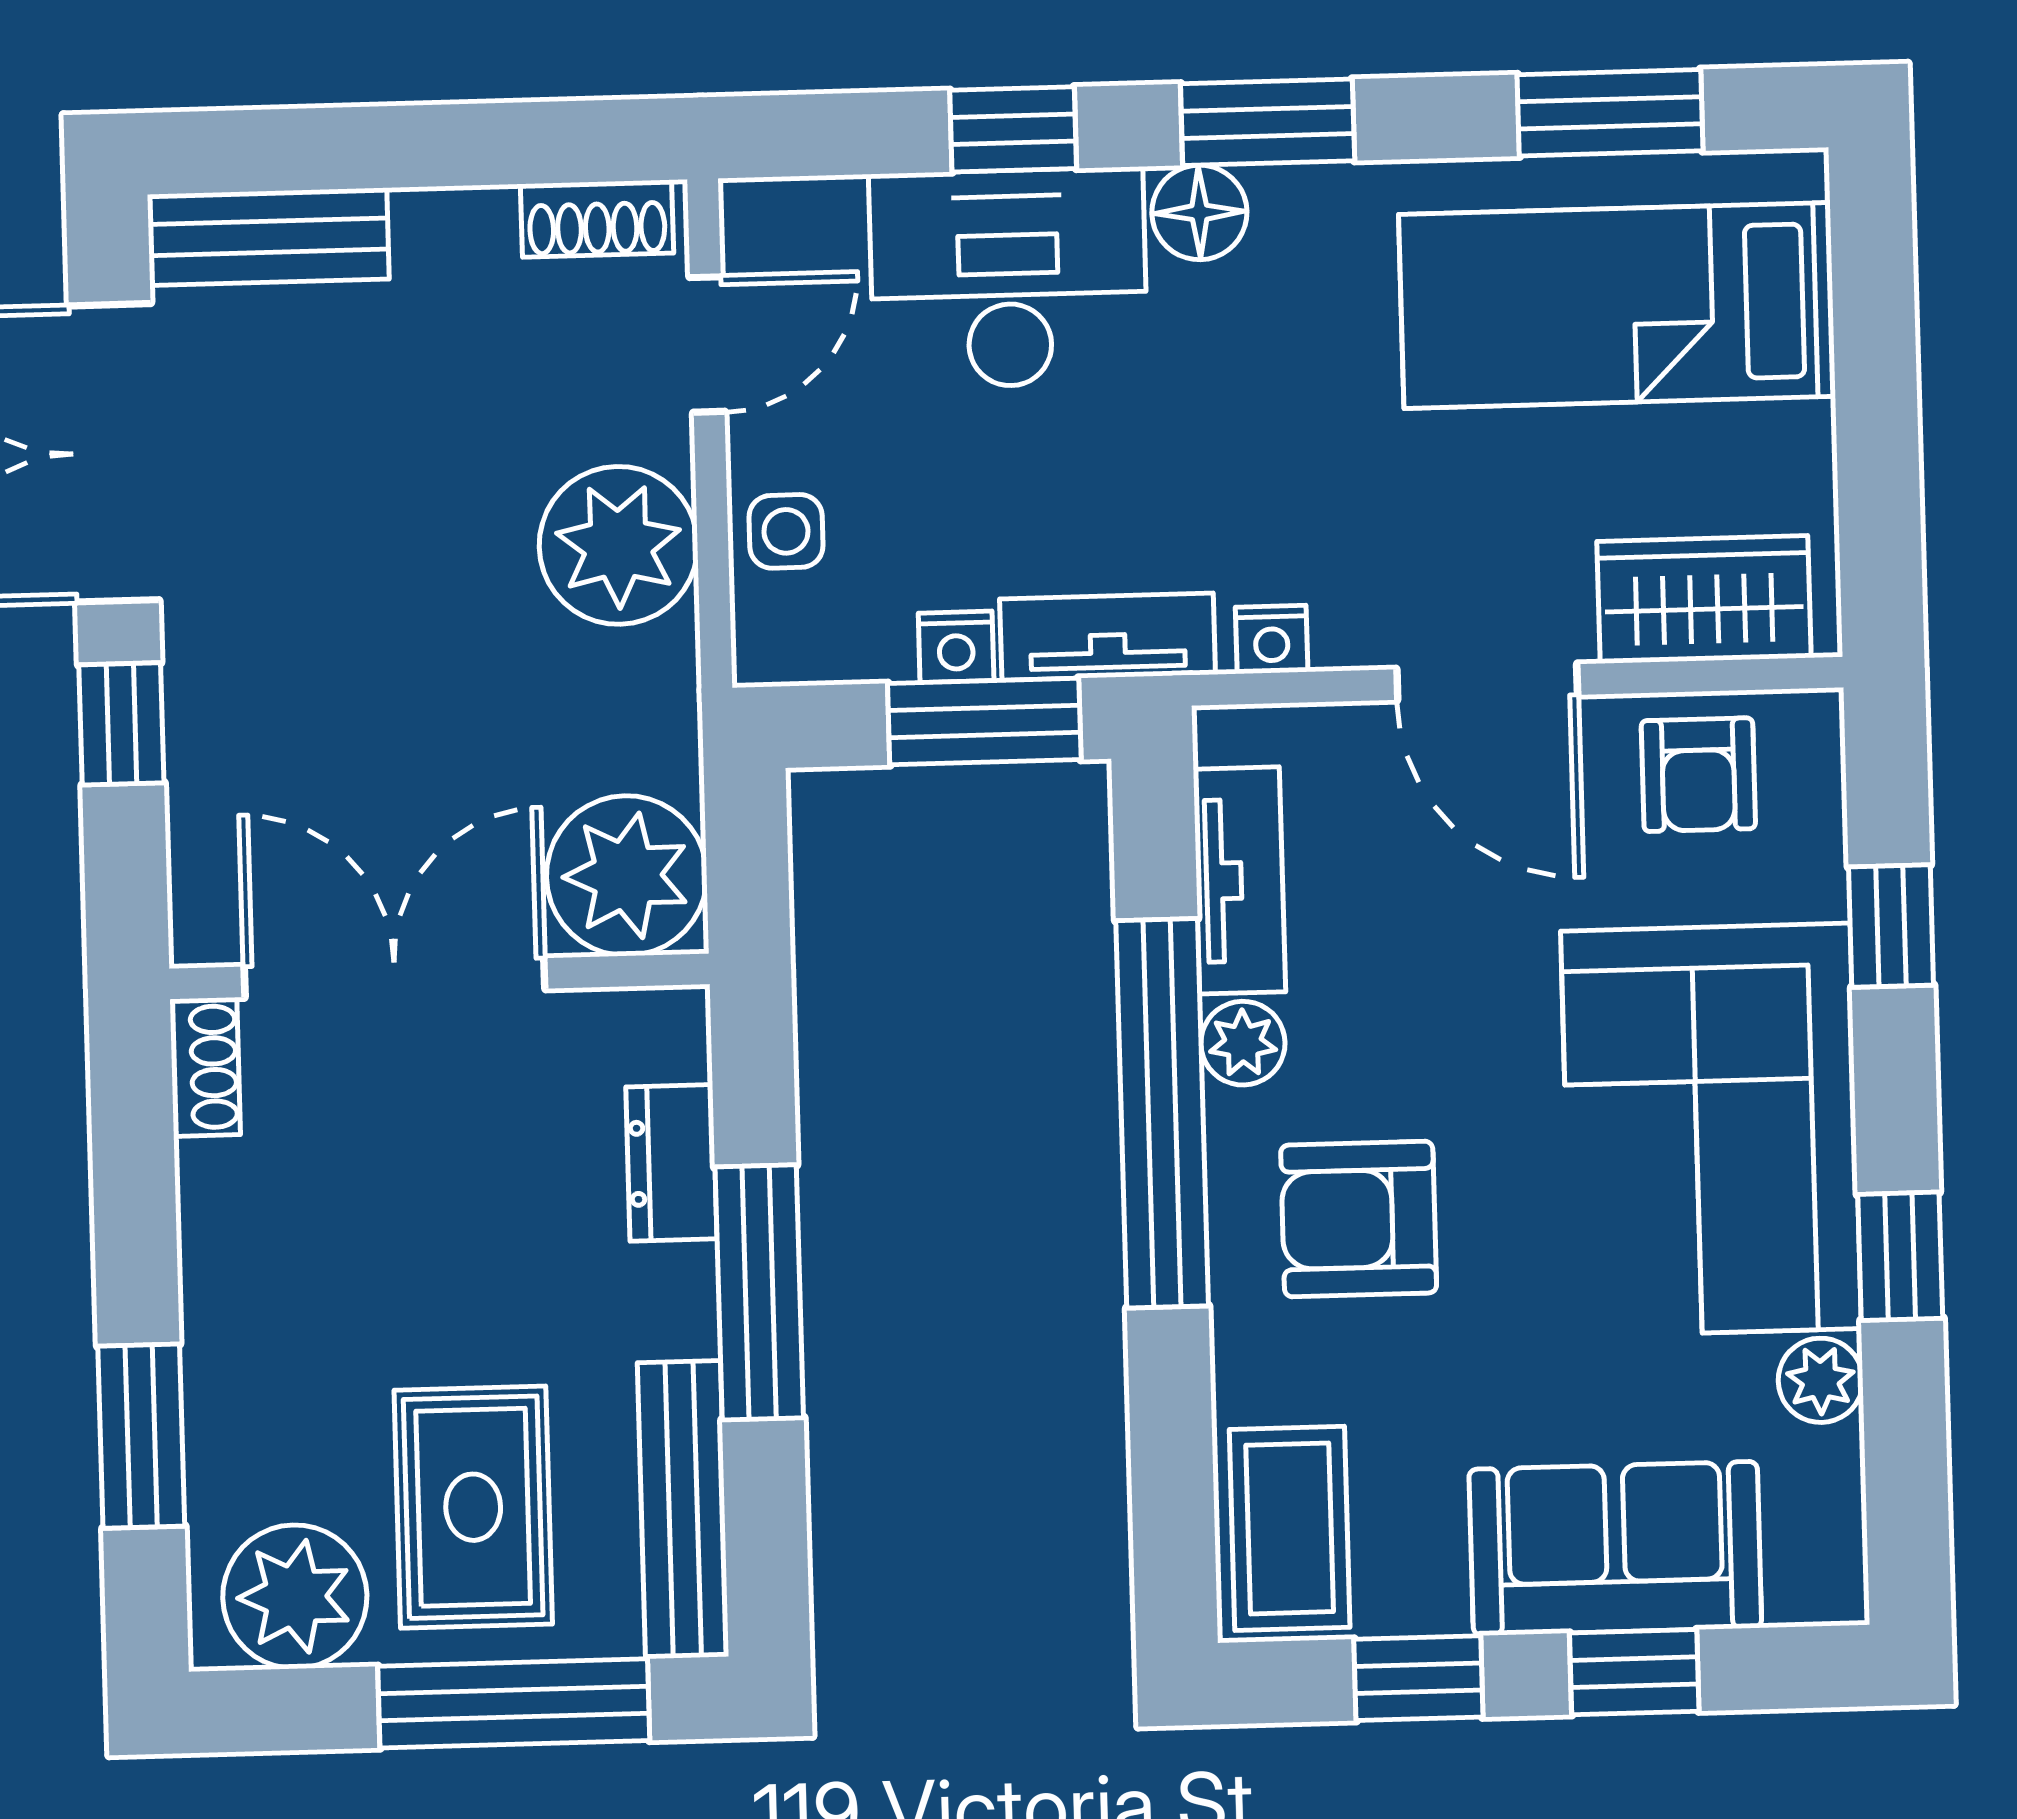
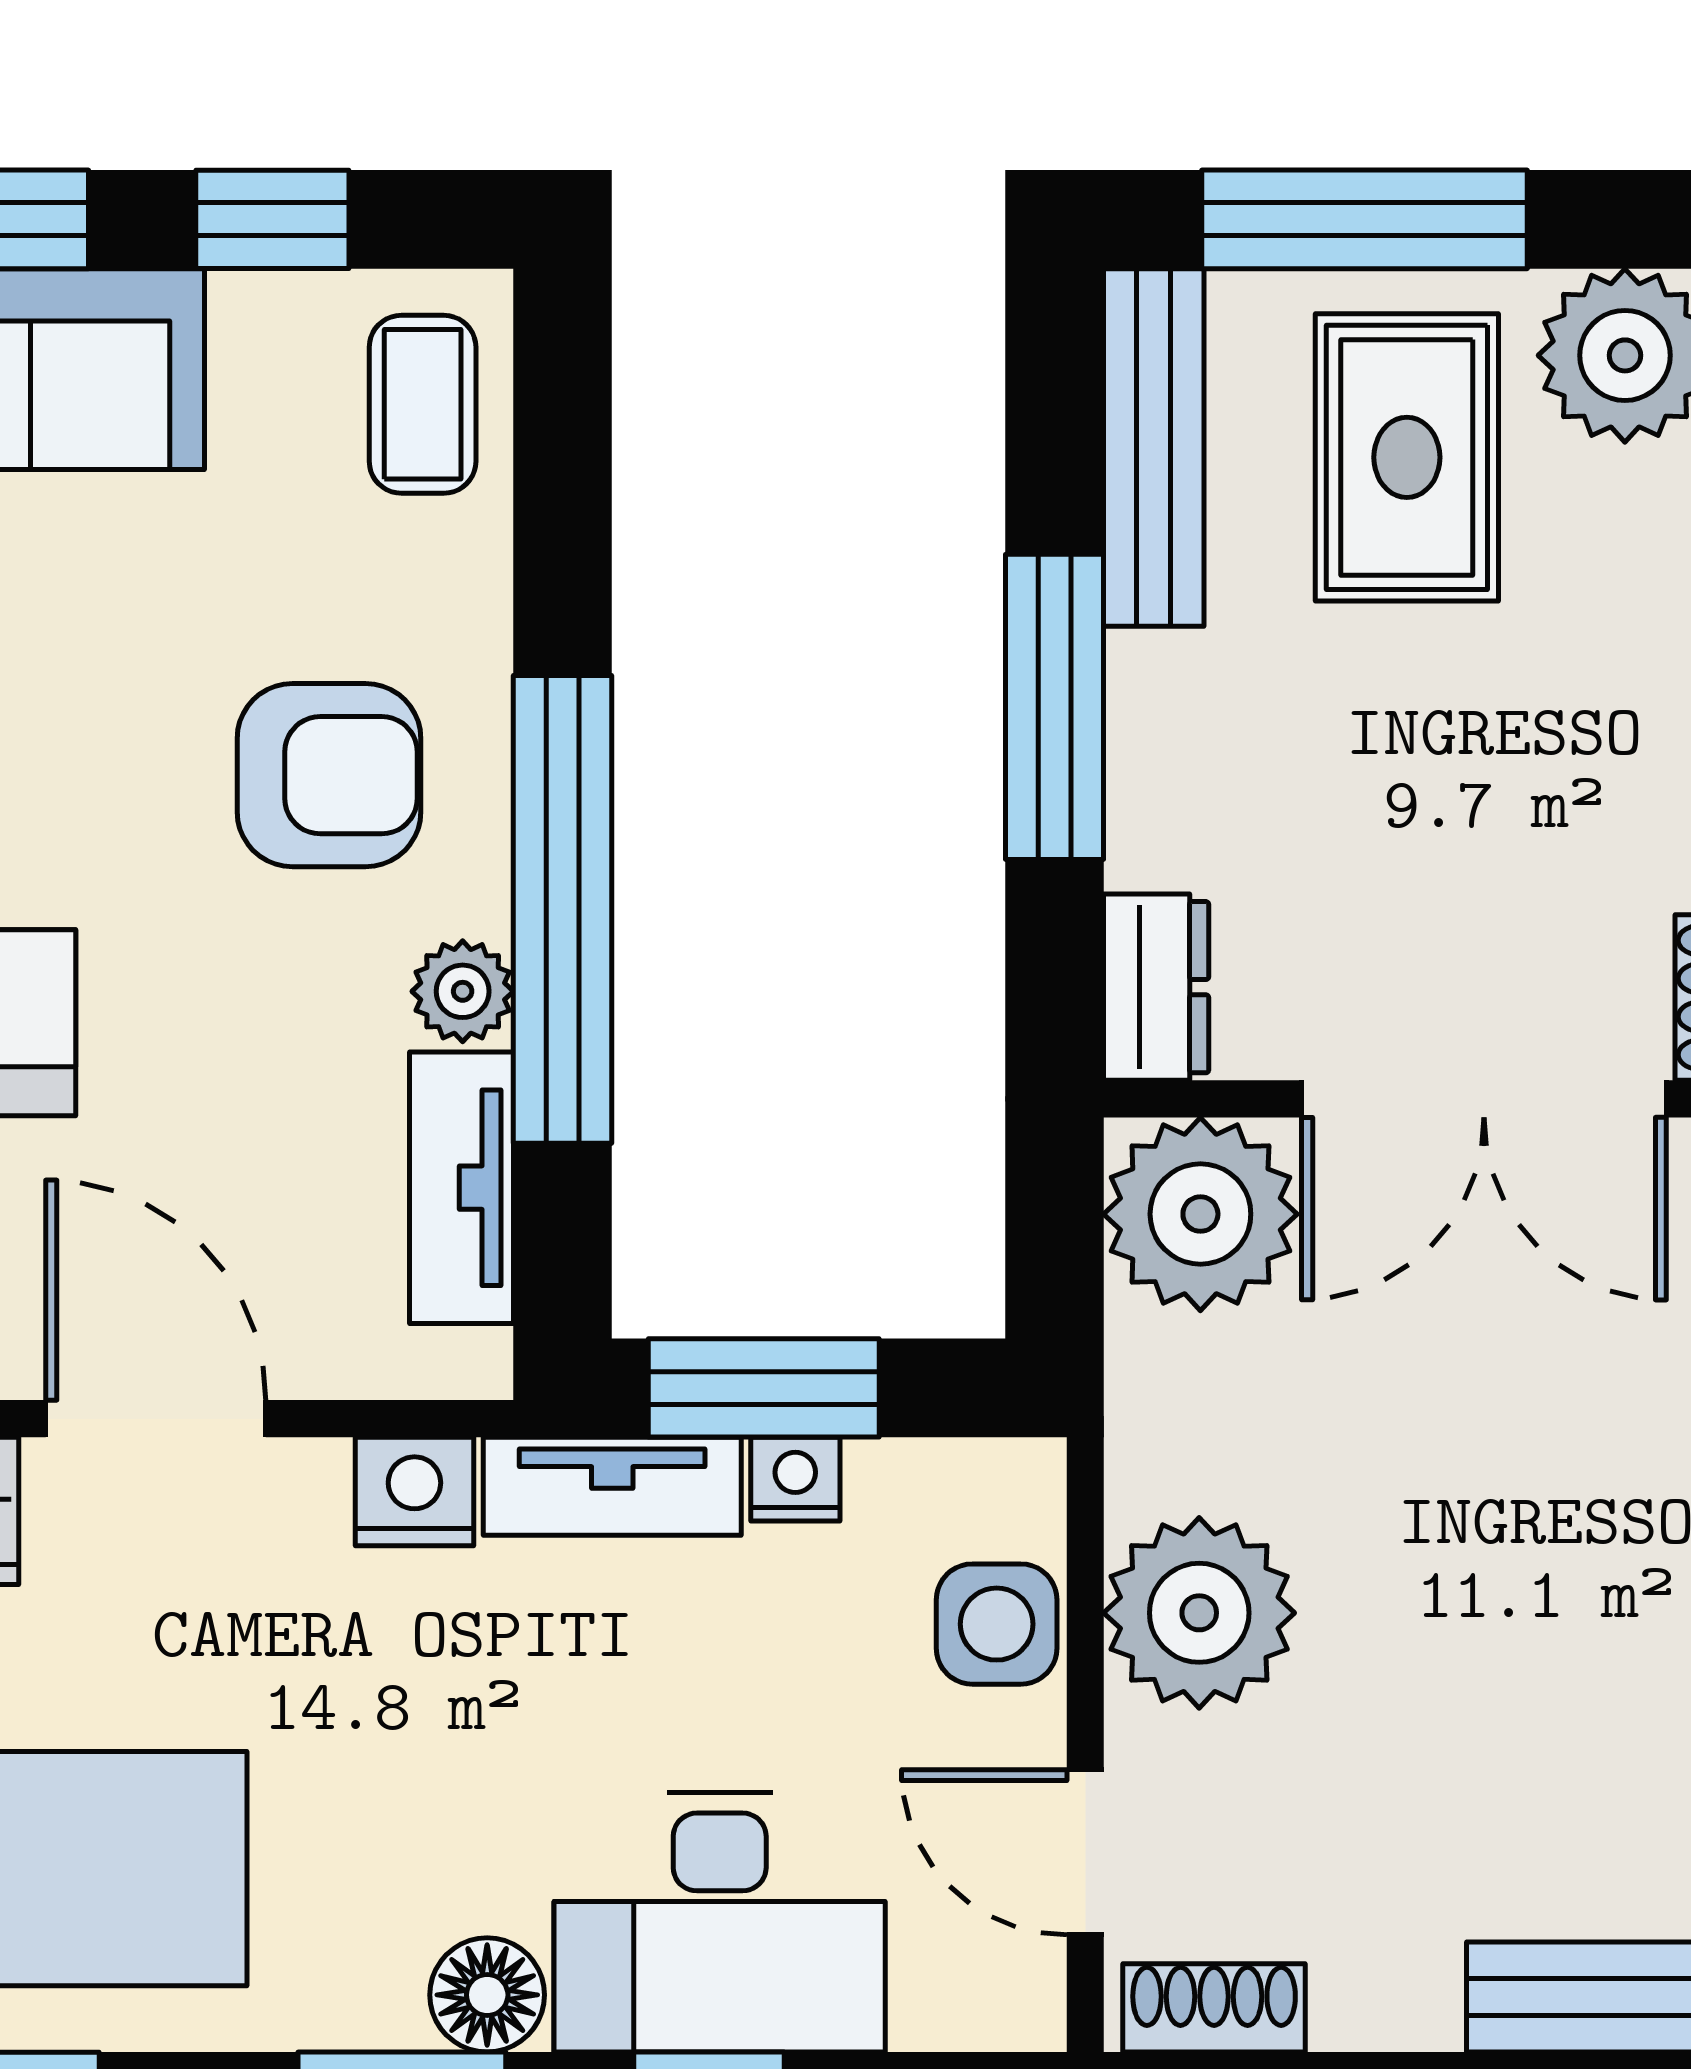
door: (707, 344) -> (1085, 1852), hinge flipped
side table: (786, 531) -> (997, 1624), width x1.37, depth x1.37
nightstand: (1272, 639) -> (414, 1492), width x1.39, depth x1.35
dresser: (671, 1163) -> (1156, 987), moved
coffee table: (1290, 1528) -> (423, 404), width x0.73, depth x0.77

